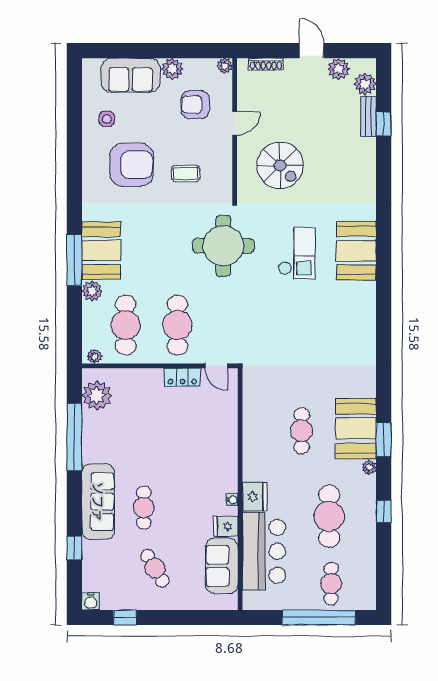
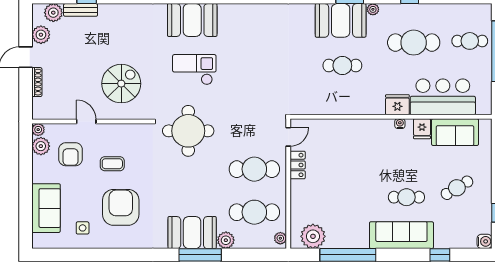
shoe rack: (266, 64) -> (37, 82), moved
plant: (172, 69) -> (41, 146), moved
coffee table: (186, 174) -> (112, 164), moved, turned 90

